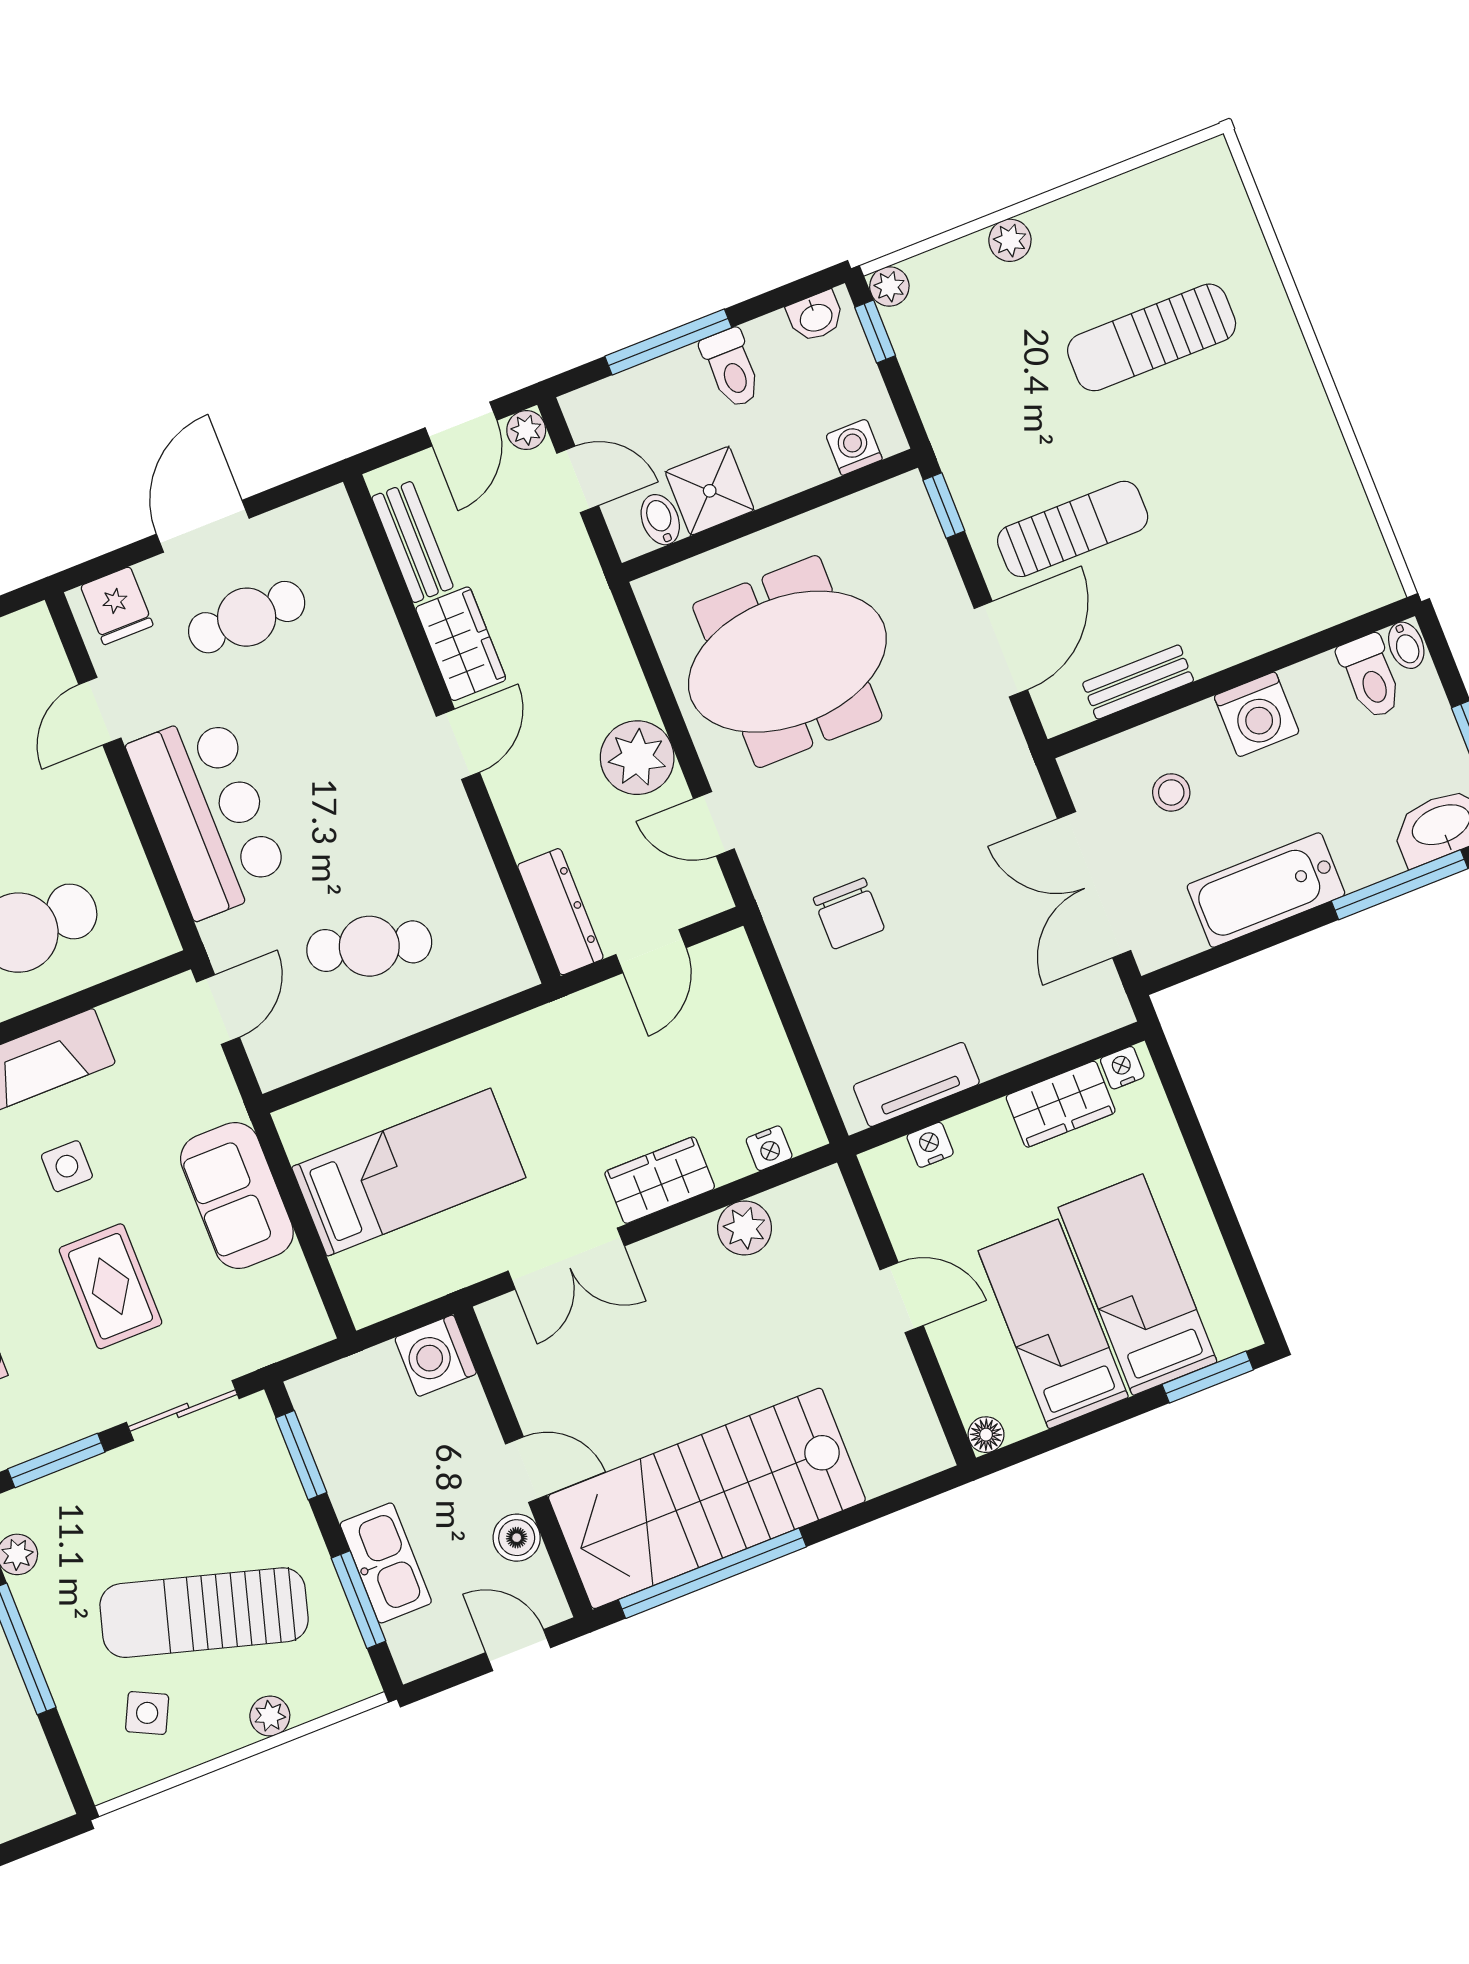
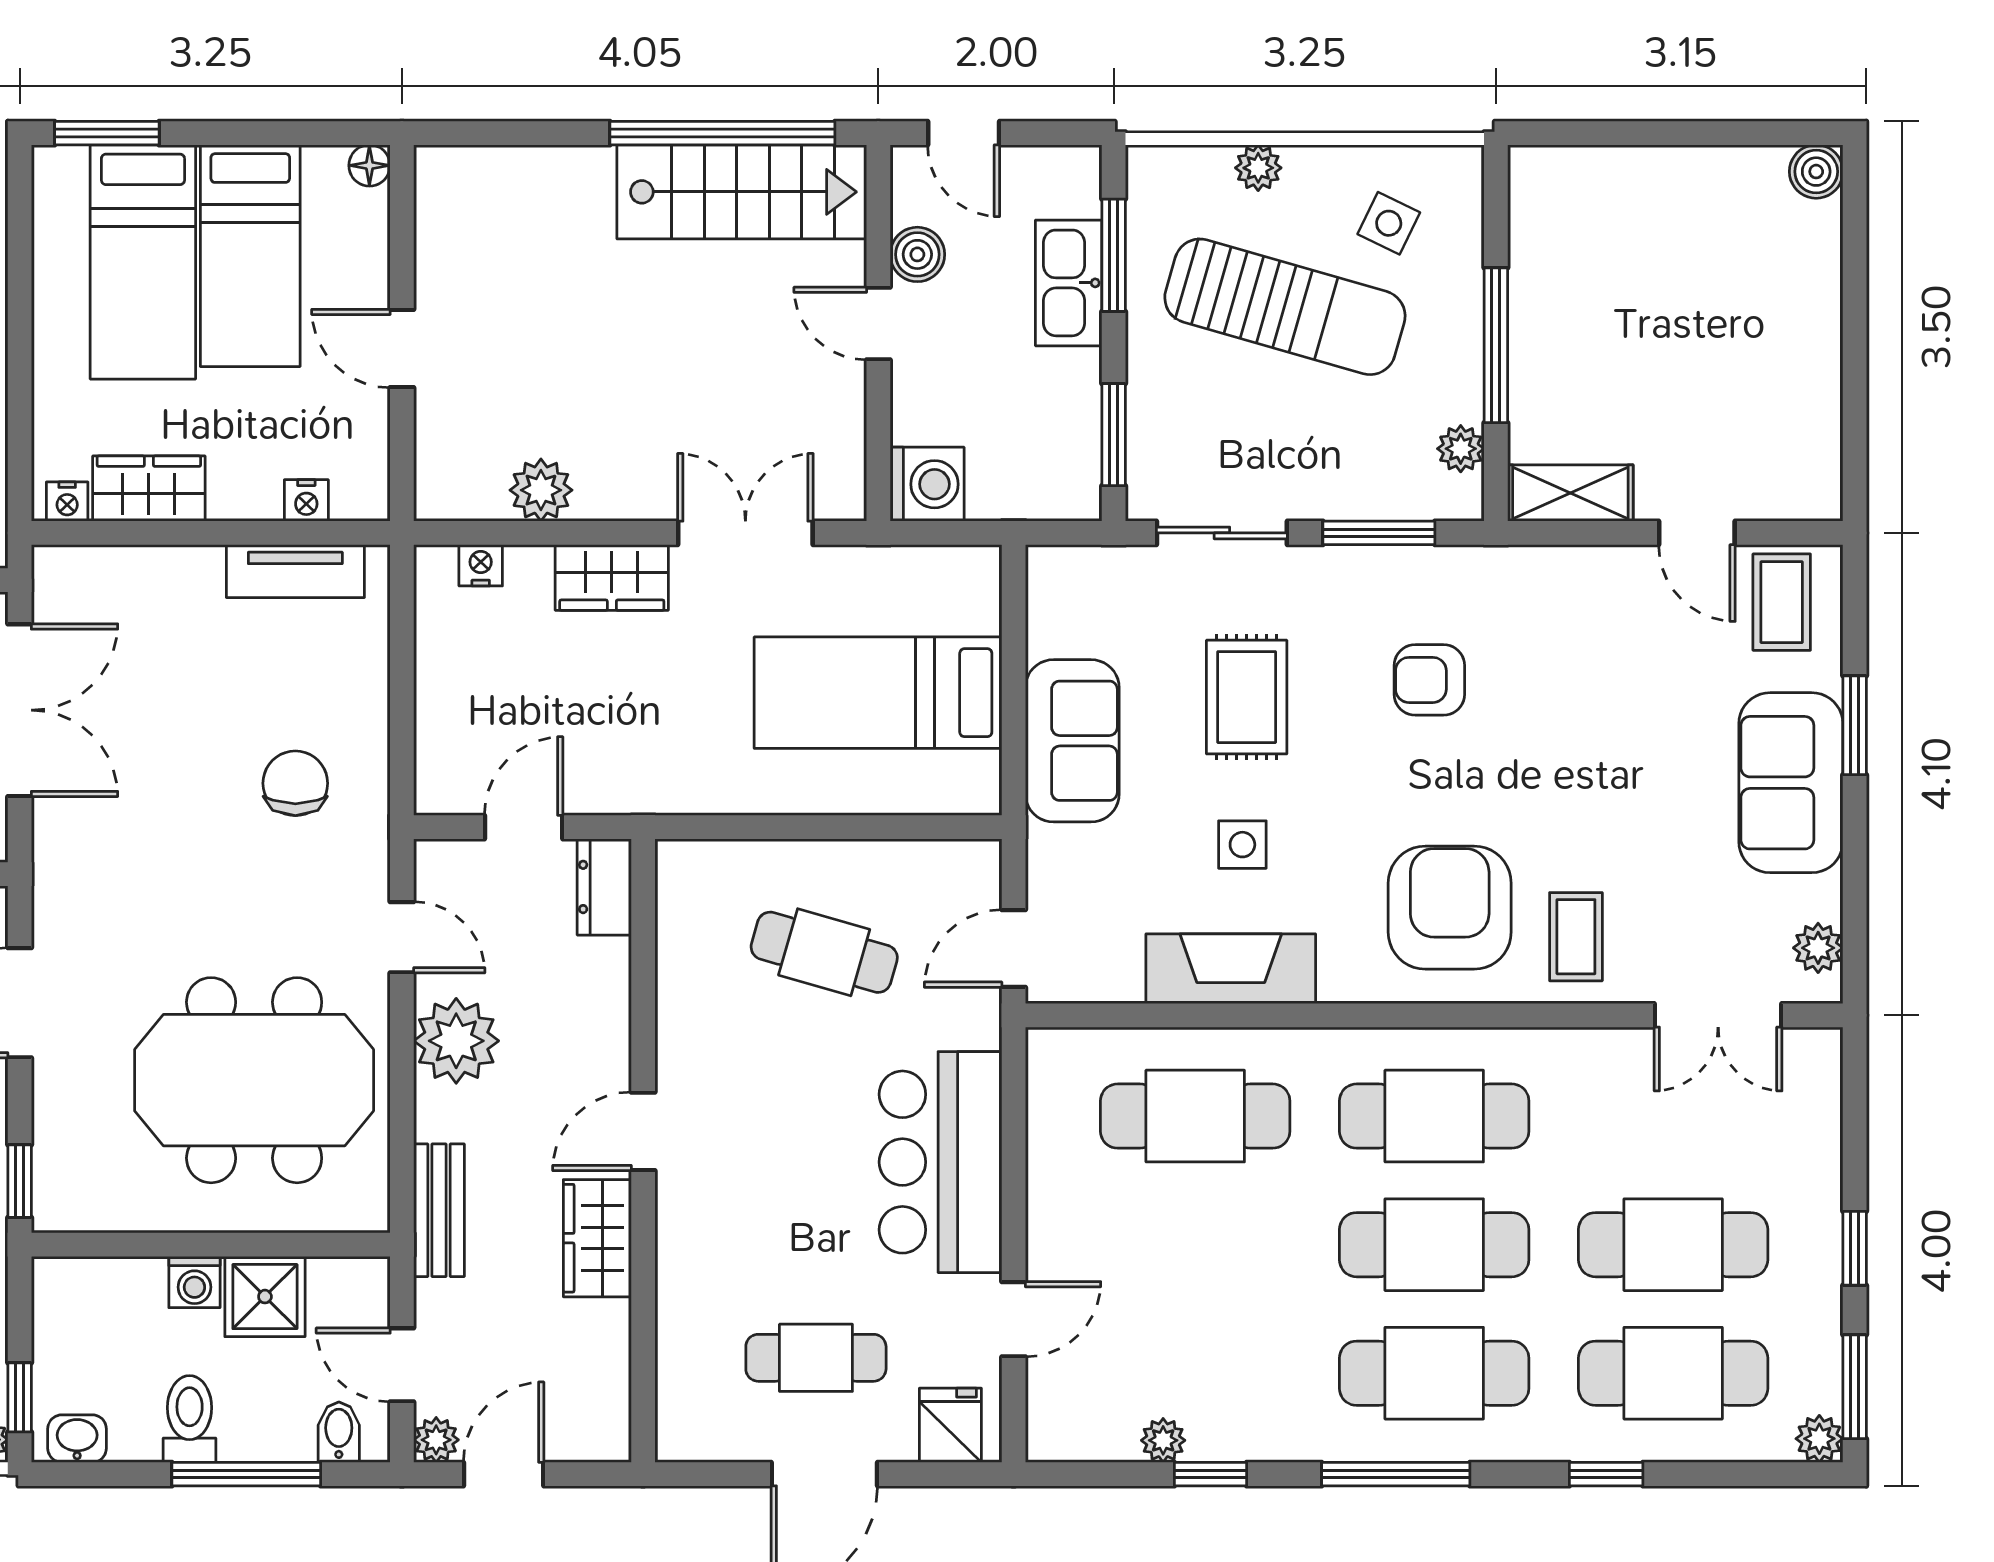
washing machine: (854, 447) -> (194, 1282), moved
bidet: (660, 520) -> (339, 1432), moved, turned 180
bench: (412, 542) -> (439, 1210), moved
dresser: (560, 912) -> (604, 887), width x0.70
stairs: (707, 1498) -> (742, 192), width x0.73, depth x0.66

